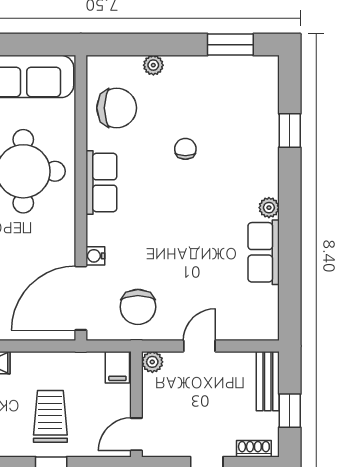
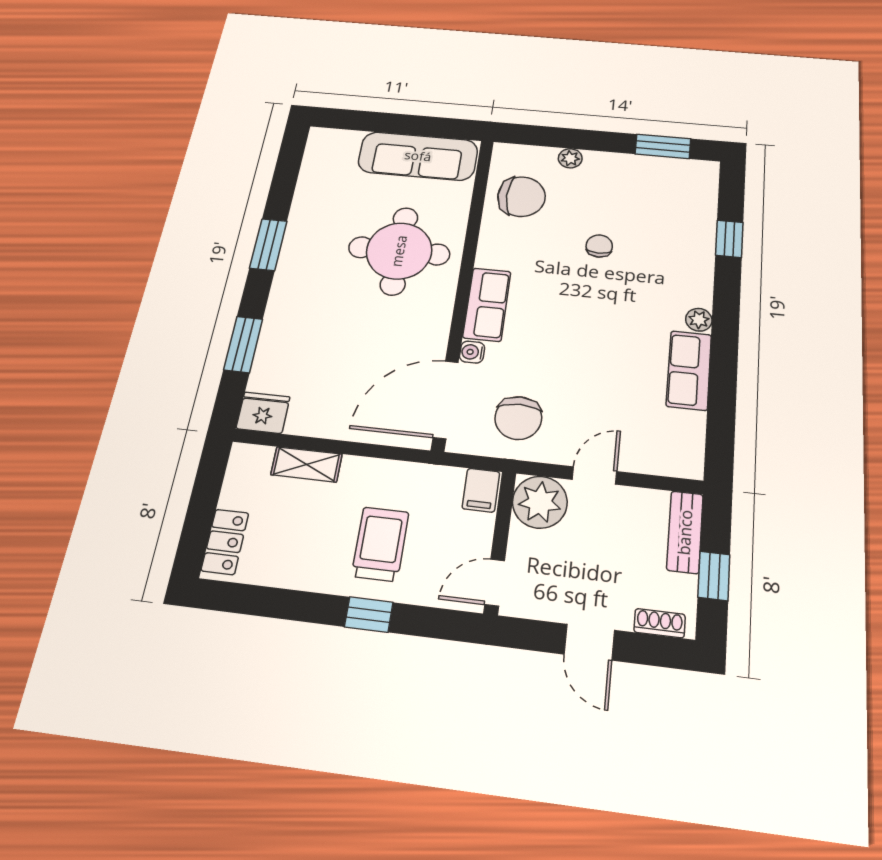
row of seats: (101, 182) -> (487, 304), moved
plant: (152, 362) -> (540, 502), width x1.88, depth x1.88

